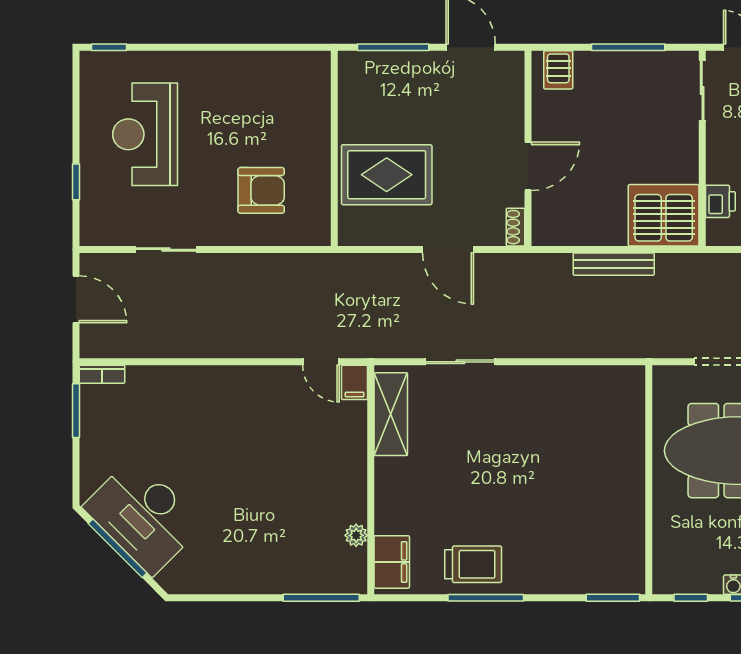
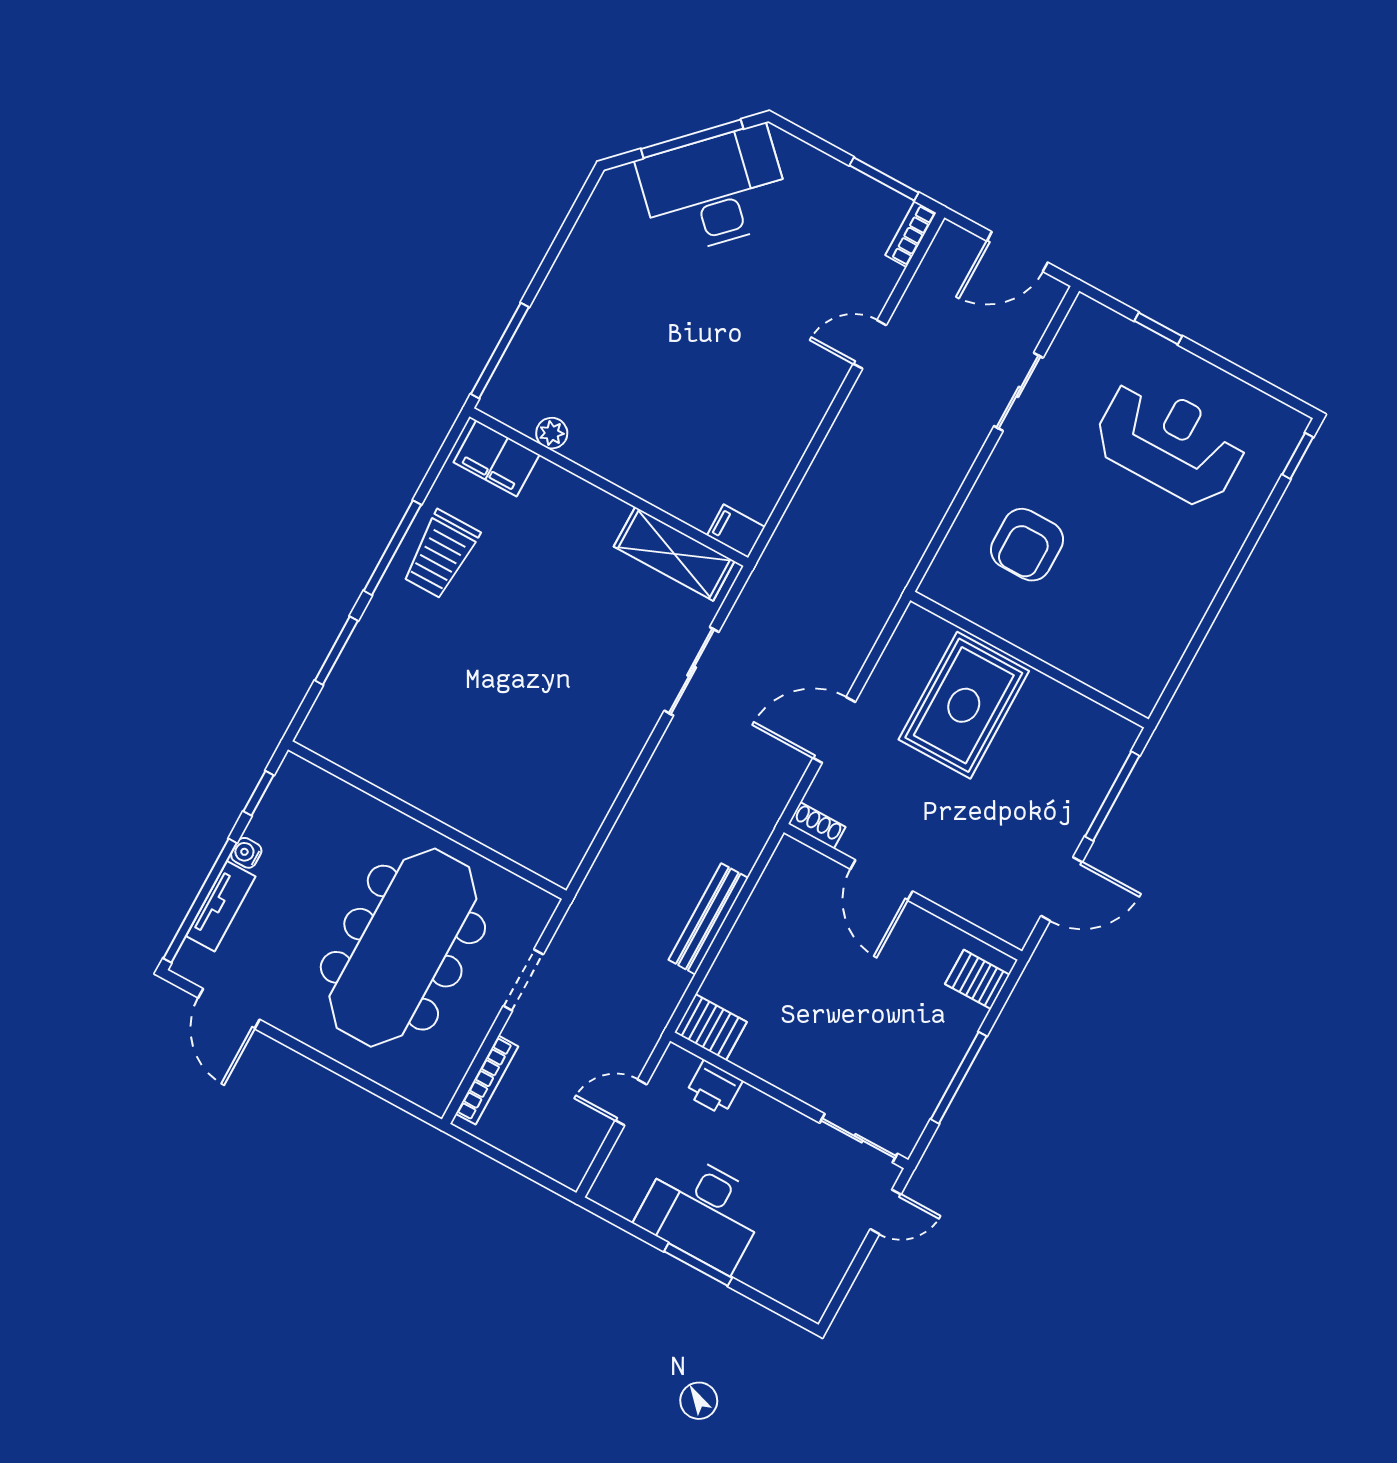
server rack: (664, 215) -> (711, 1027), width x0.46, depth x0.70
door: (321, 362) -> (870, 344), moved
window: (613, 598) -> (336, 651), moved

